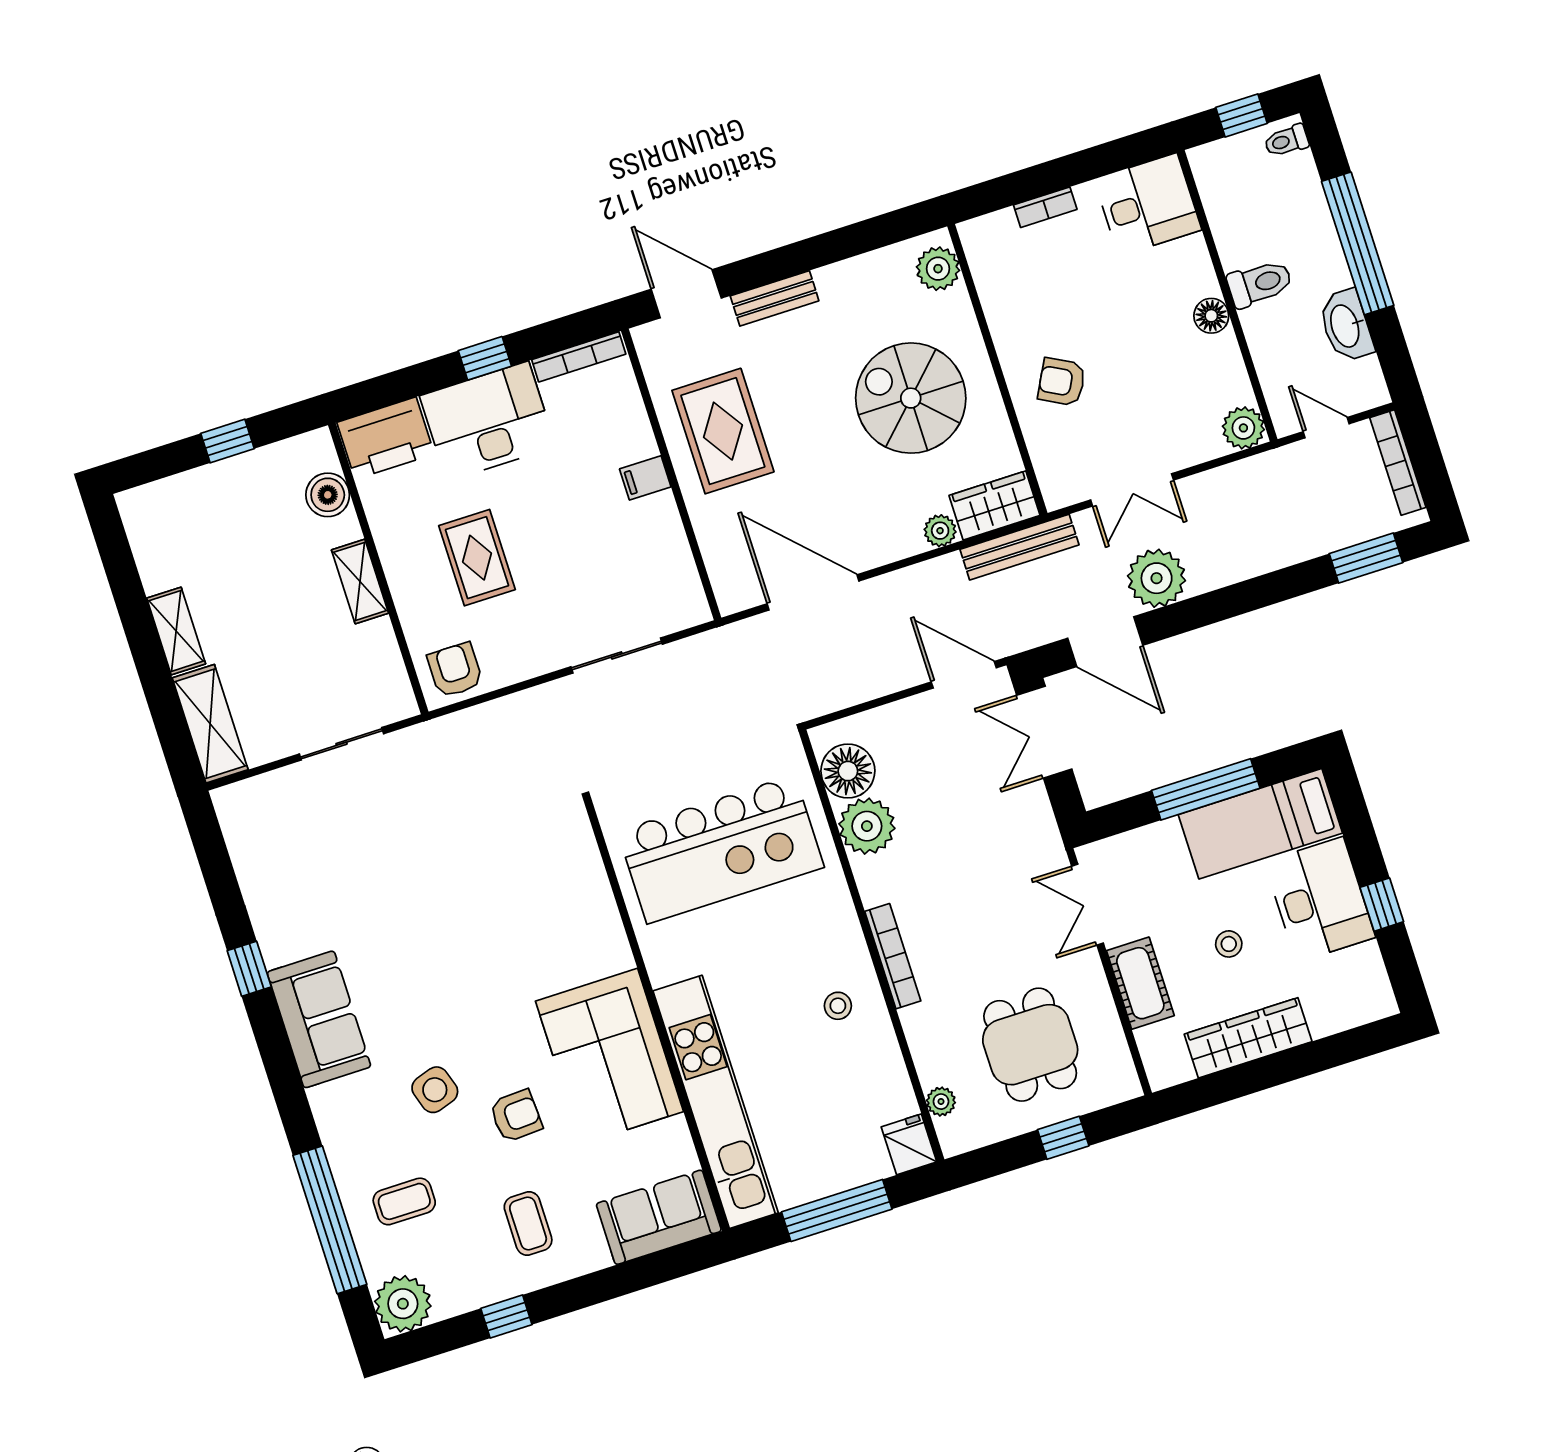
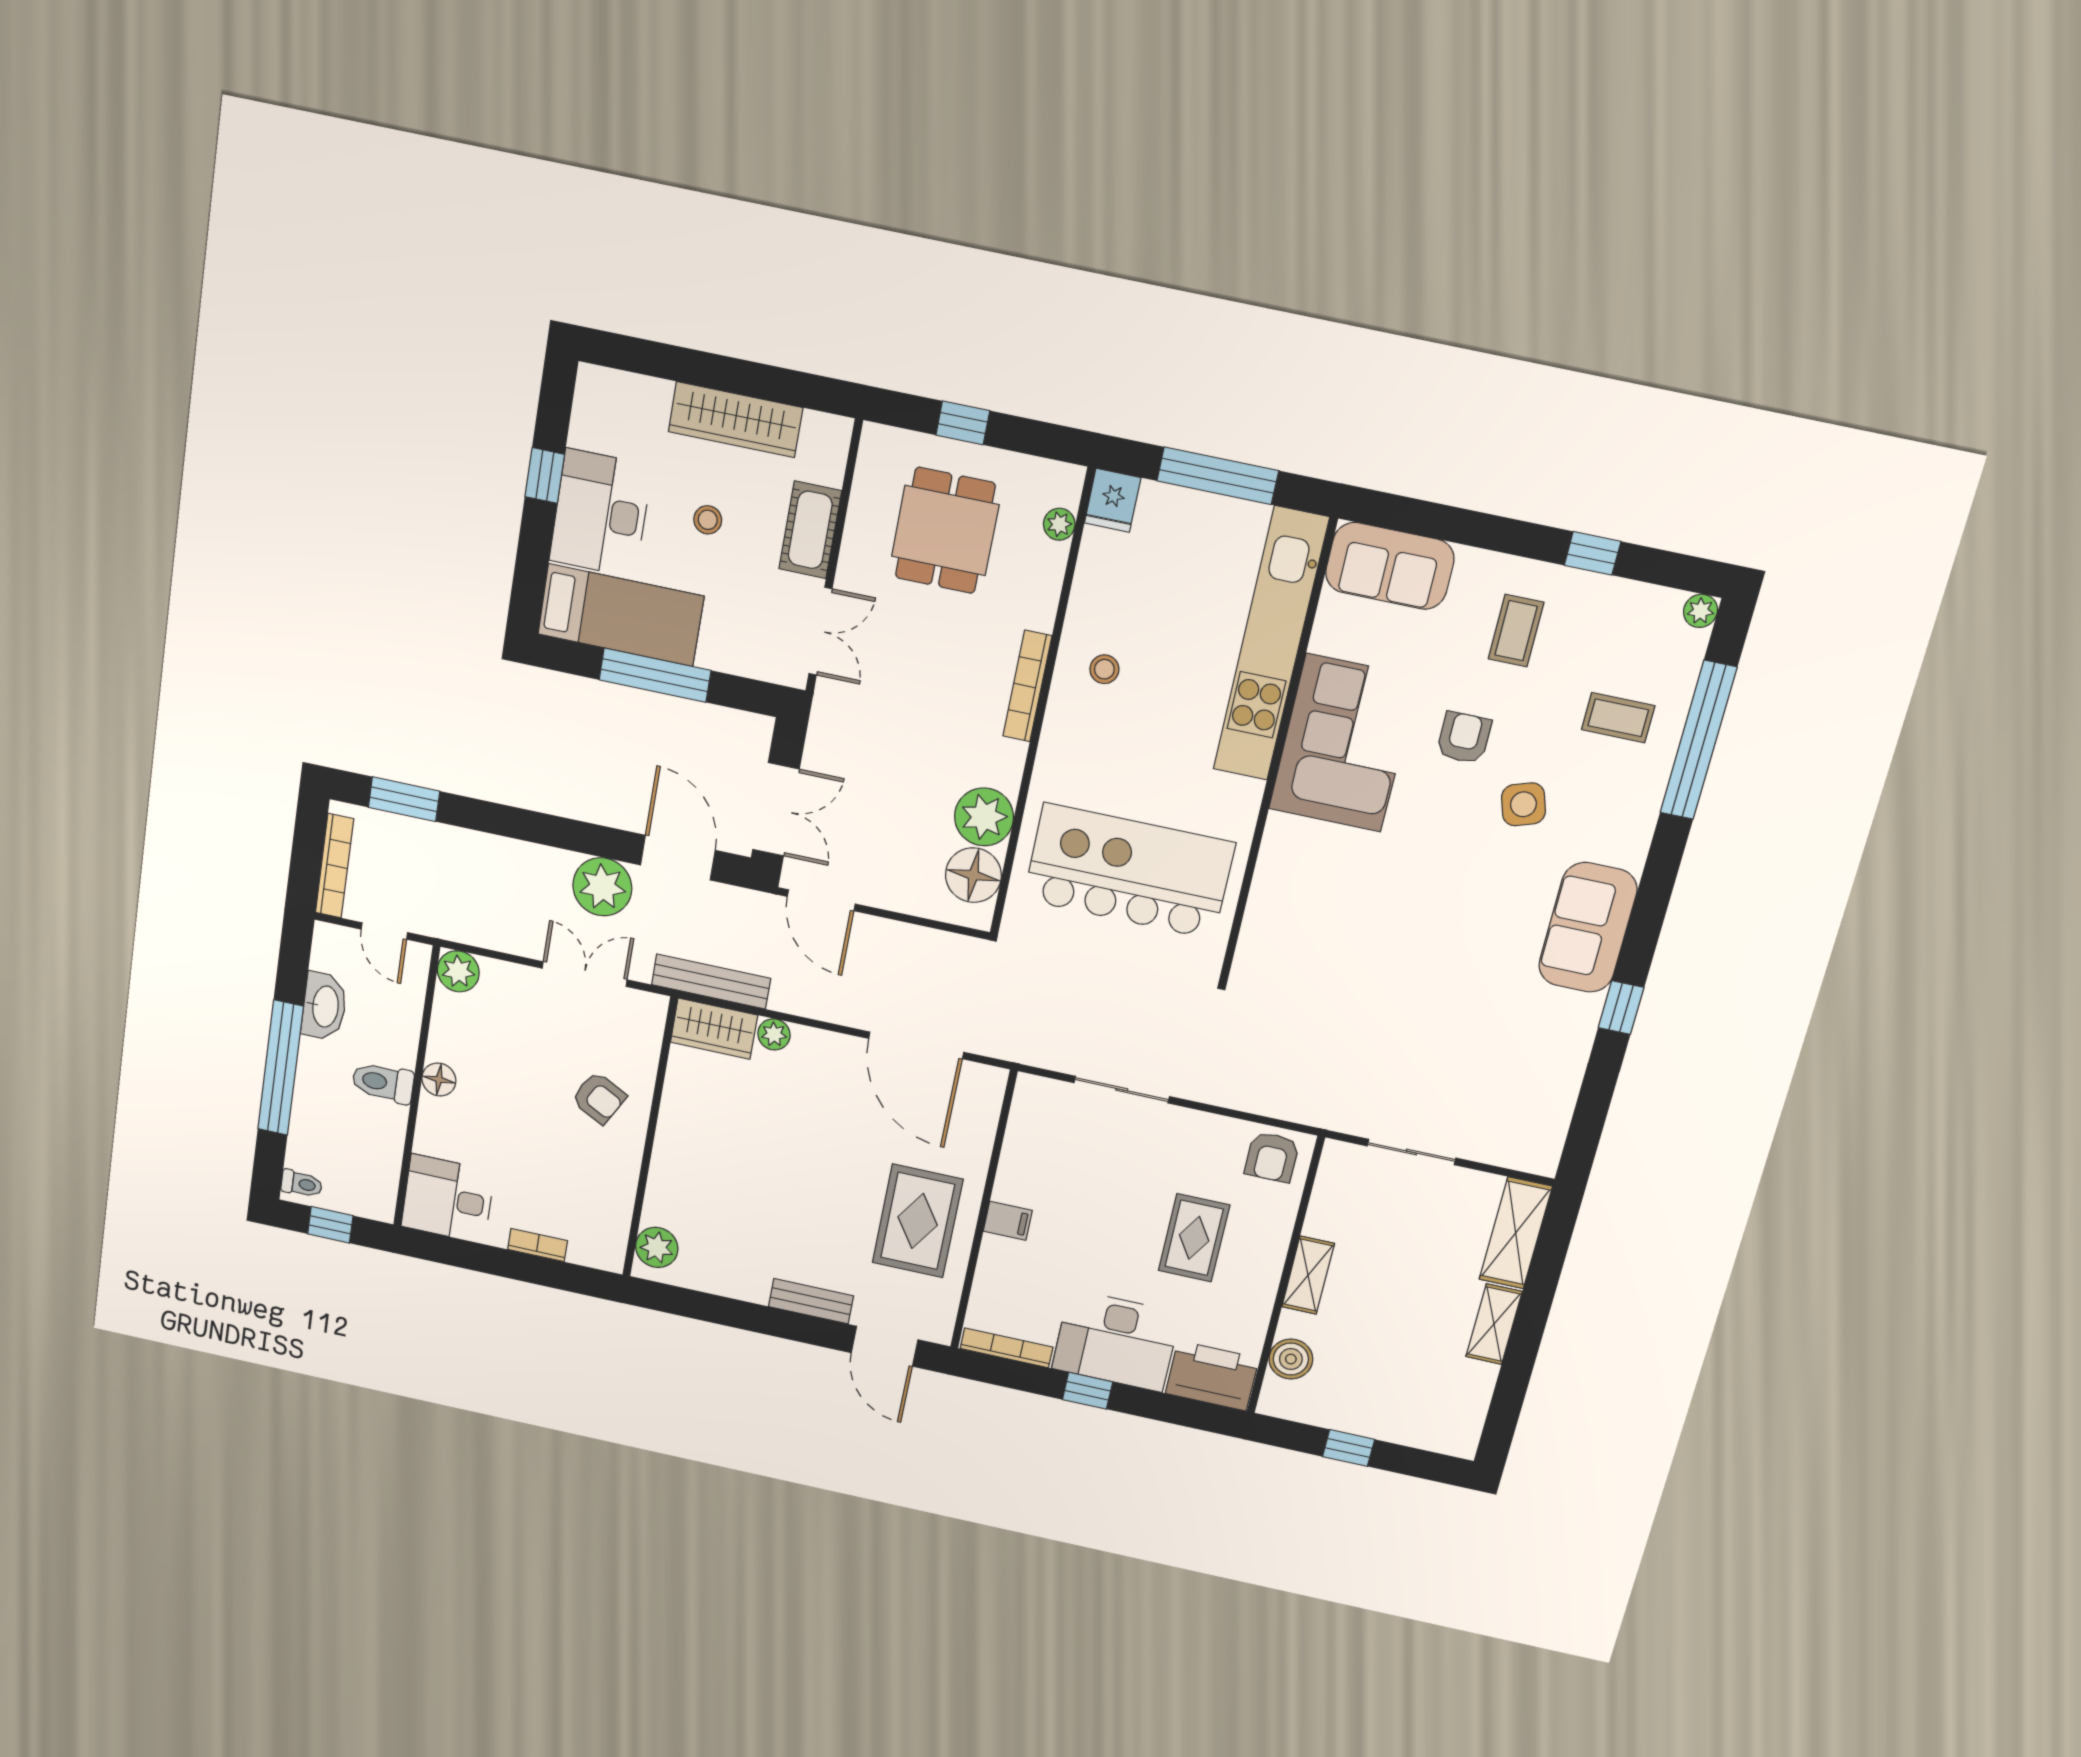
spiral stairs: (911, 398) -> (738, 1157), removed
armchair: (516, 1116) -> (1464, 738), turned 93
plant: (403, 1304) -> (1701, 611), width x0.53, depth x0.53

